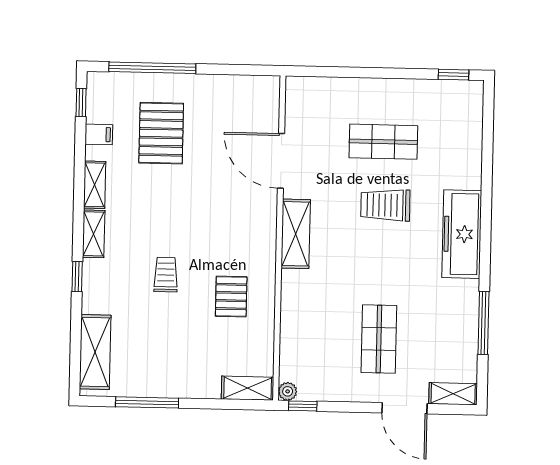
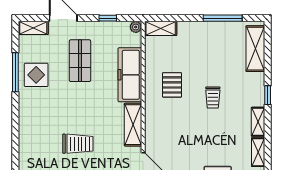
freezer: (462, 234) -> (130, 75), moved, turned 180
display table: (450, 318) -> (36, 75), added
window: (303, 406) -> (108, 18), moved

